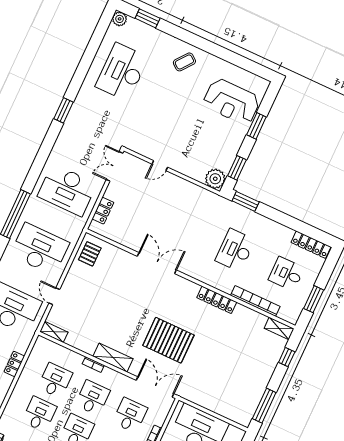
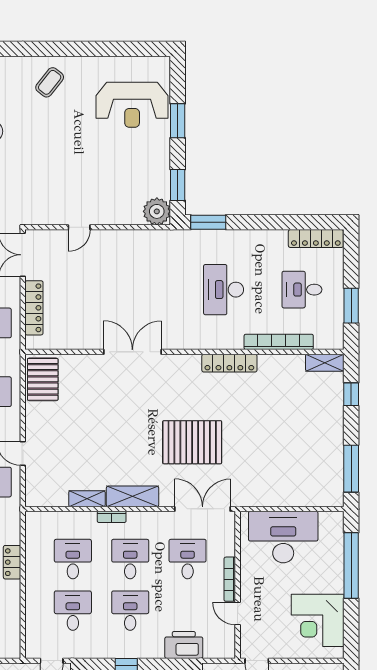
locker: (103, 211) -> (34, 308), width x1.53
pallet: (90, 254) -> (43, 379), width x1.50, depth x1.42
shelving: (54, 332) -> (87, 499), moved

